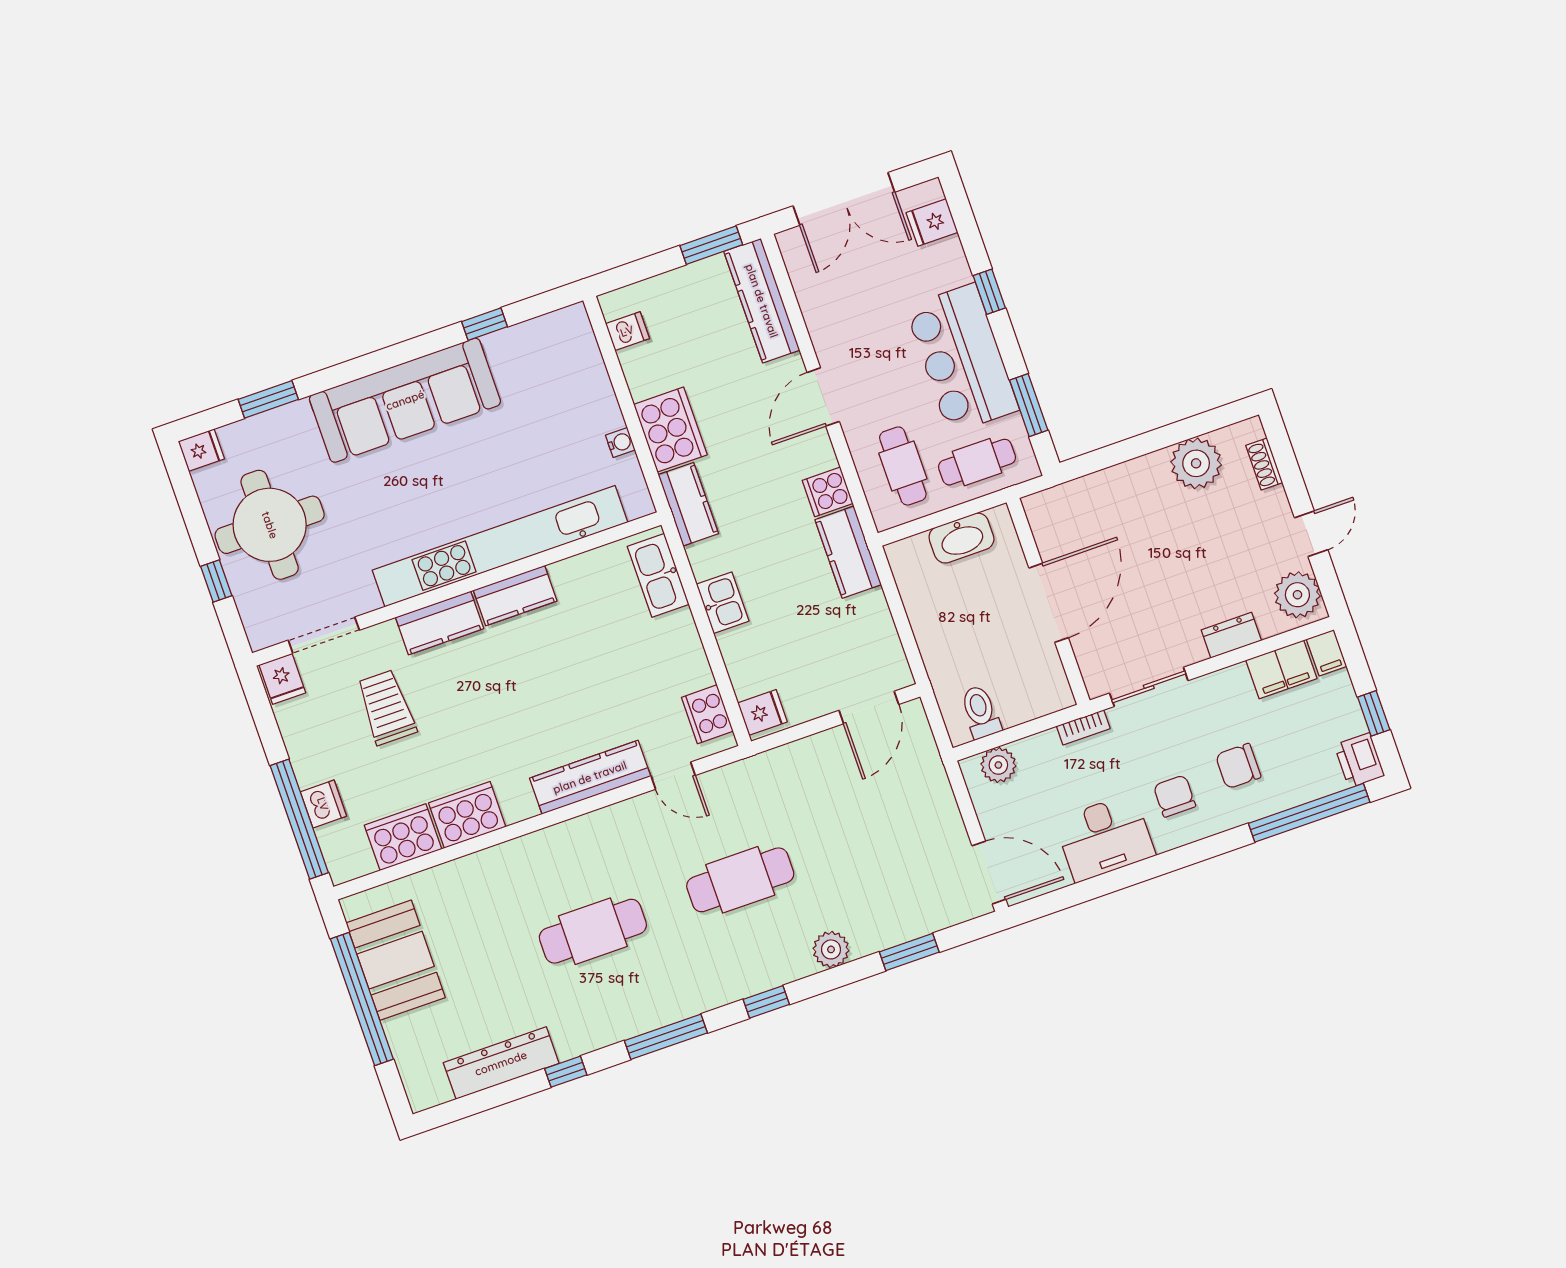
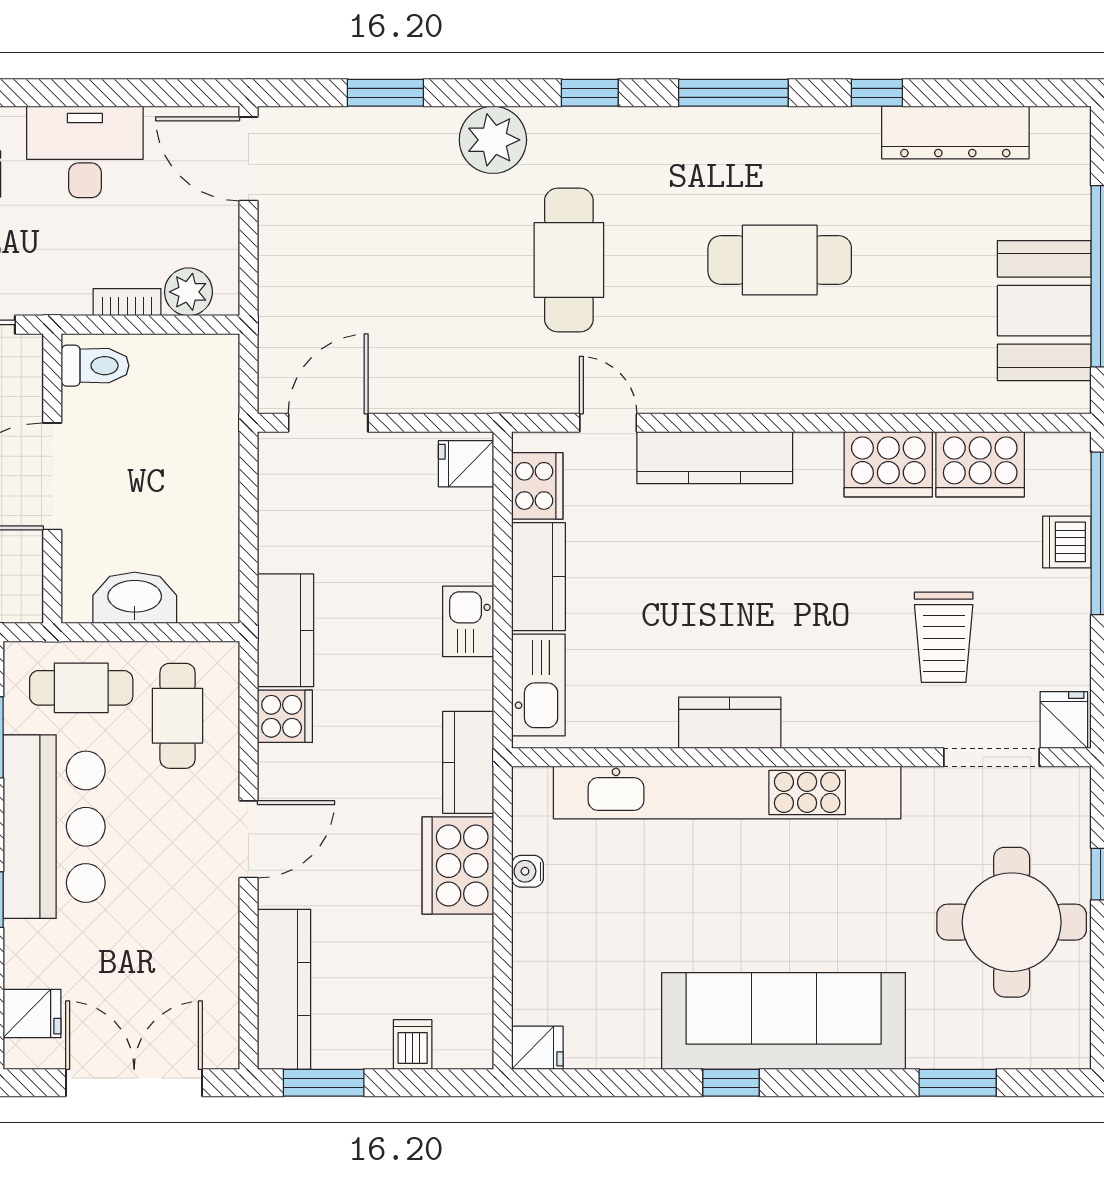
window: (485, 324) -> (731, 1083), moved
dishwasher: (627, 331) -> (413, 1044), moved, turned 90
fridge: (201, 450) -> (537, 1048), moved, turned 180
kitchen counter: (440, 623) -> (538, 577), moved, turned 90
toilet: (980, 712) -> (95, 366), moved, turned -90
bookcase: (1083, 727) -> (127, 302), moved
cafe table: (740, 880) -> (569, 260), turned 90
plant: (831, 949) -> (493, 140), width x1.36, depth x1.36

